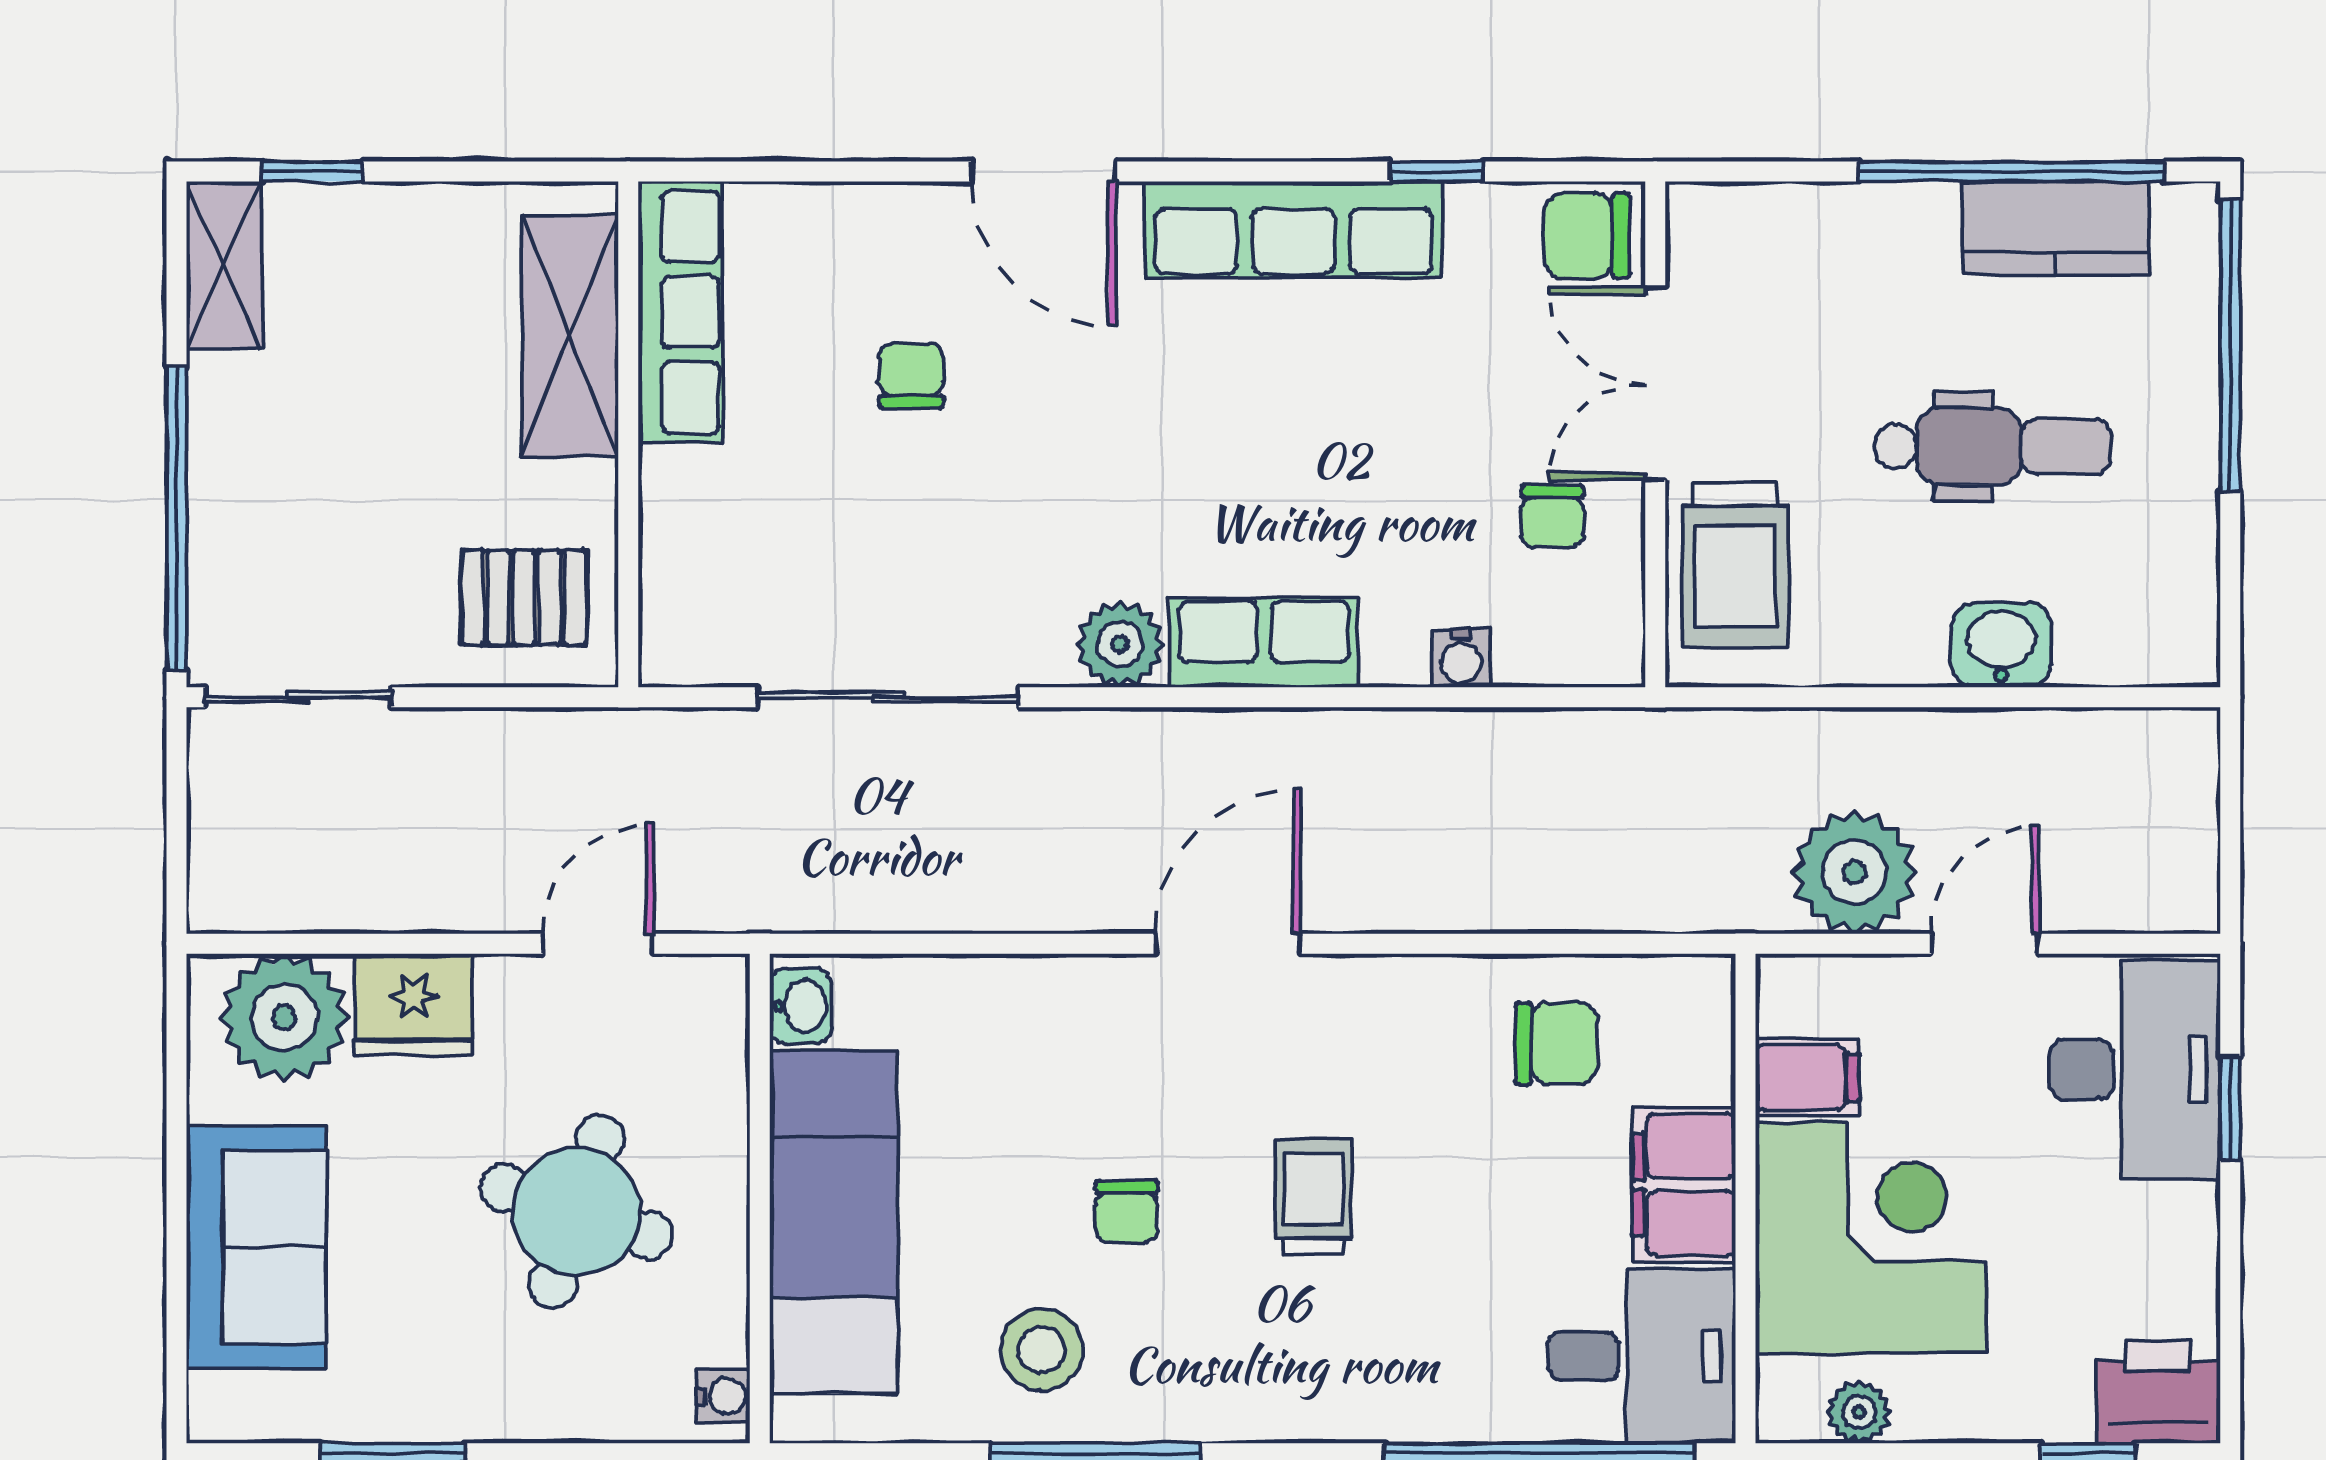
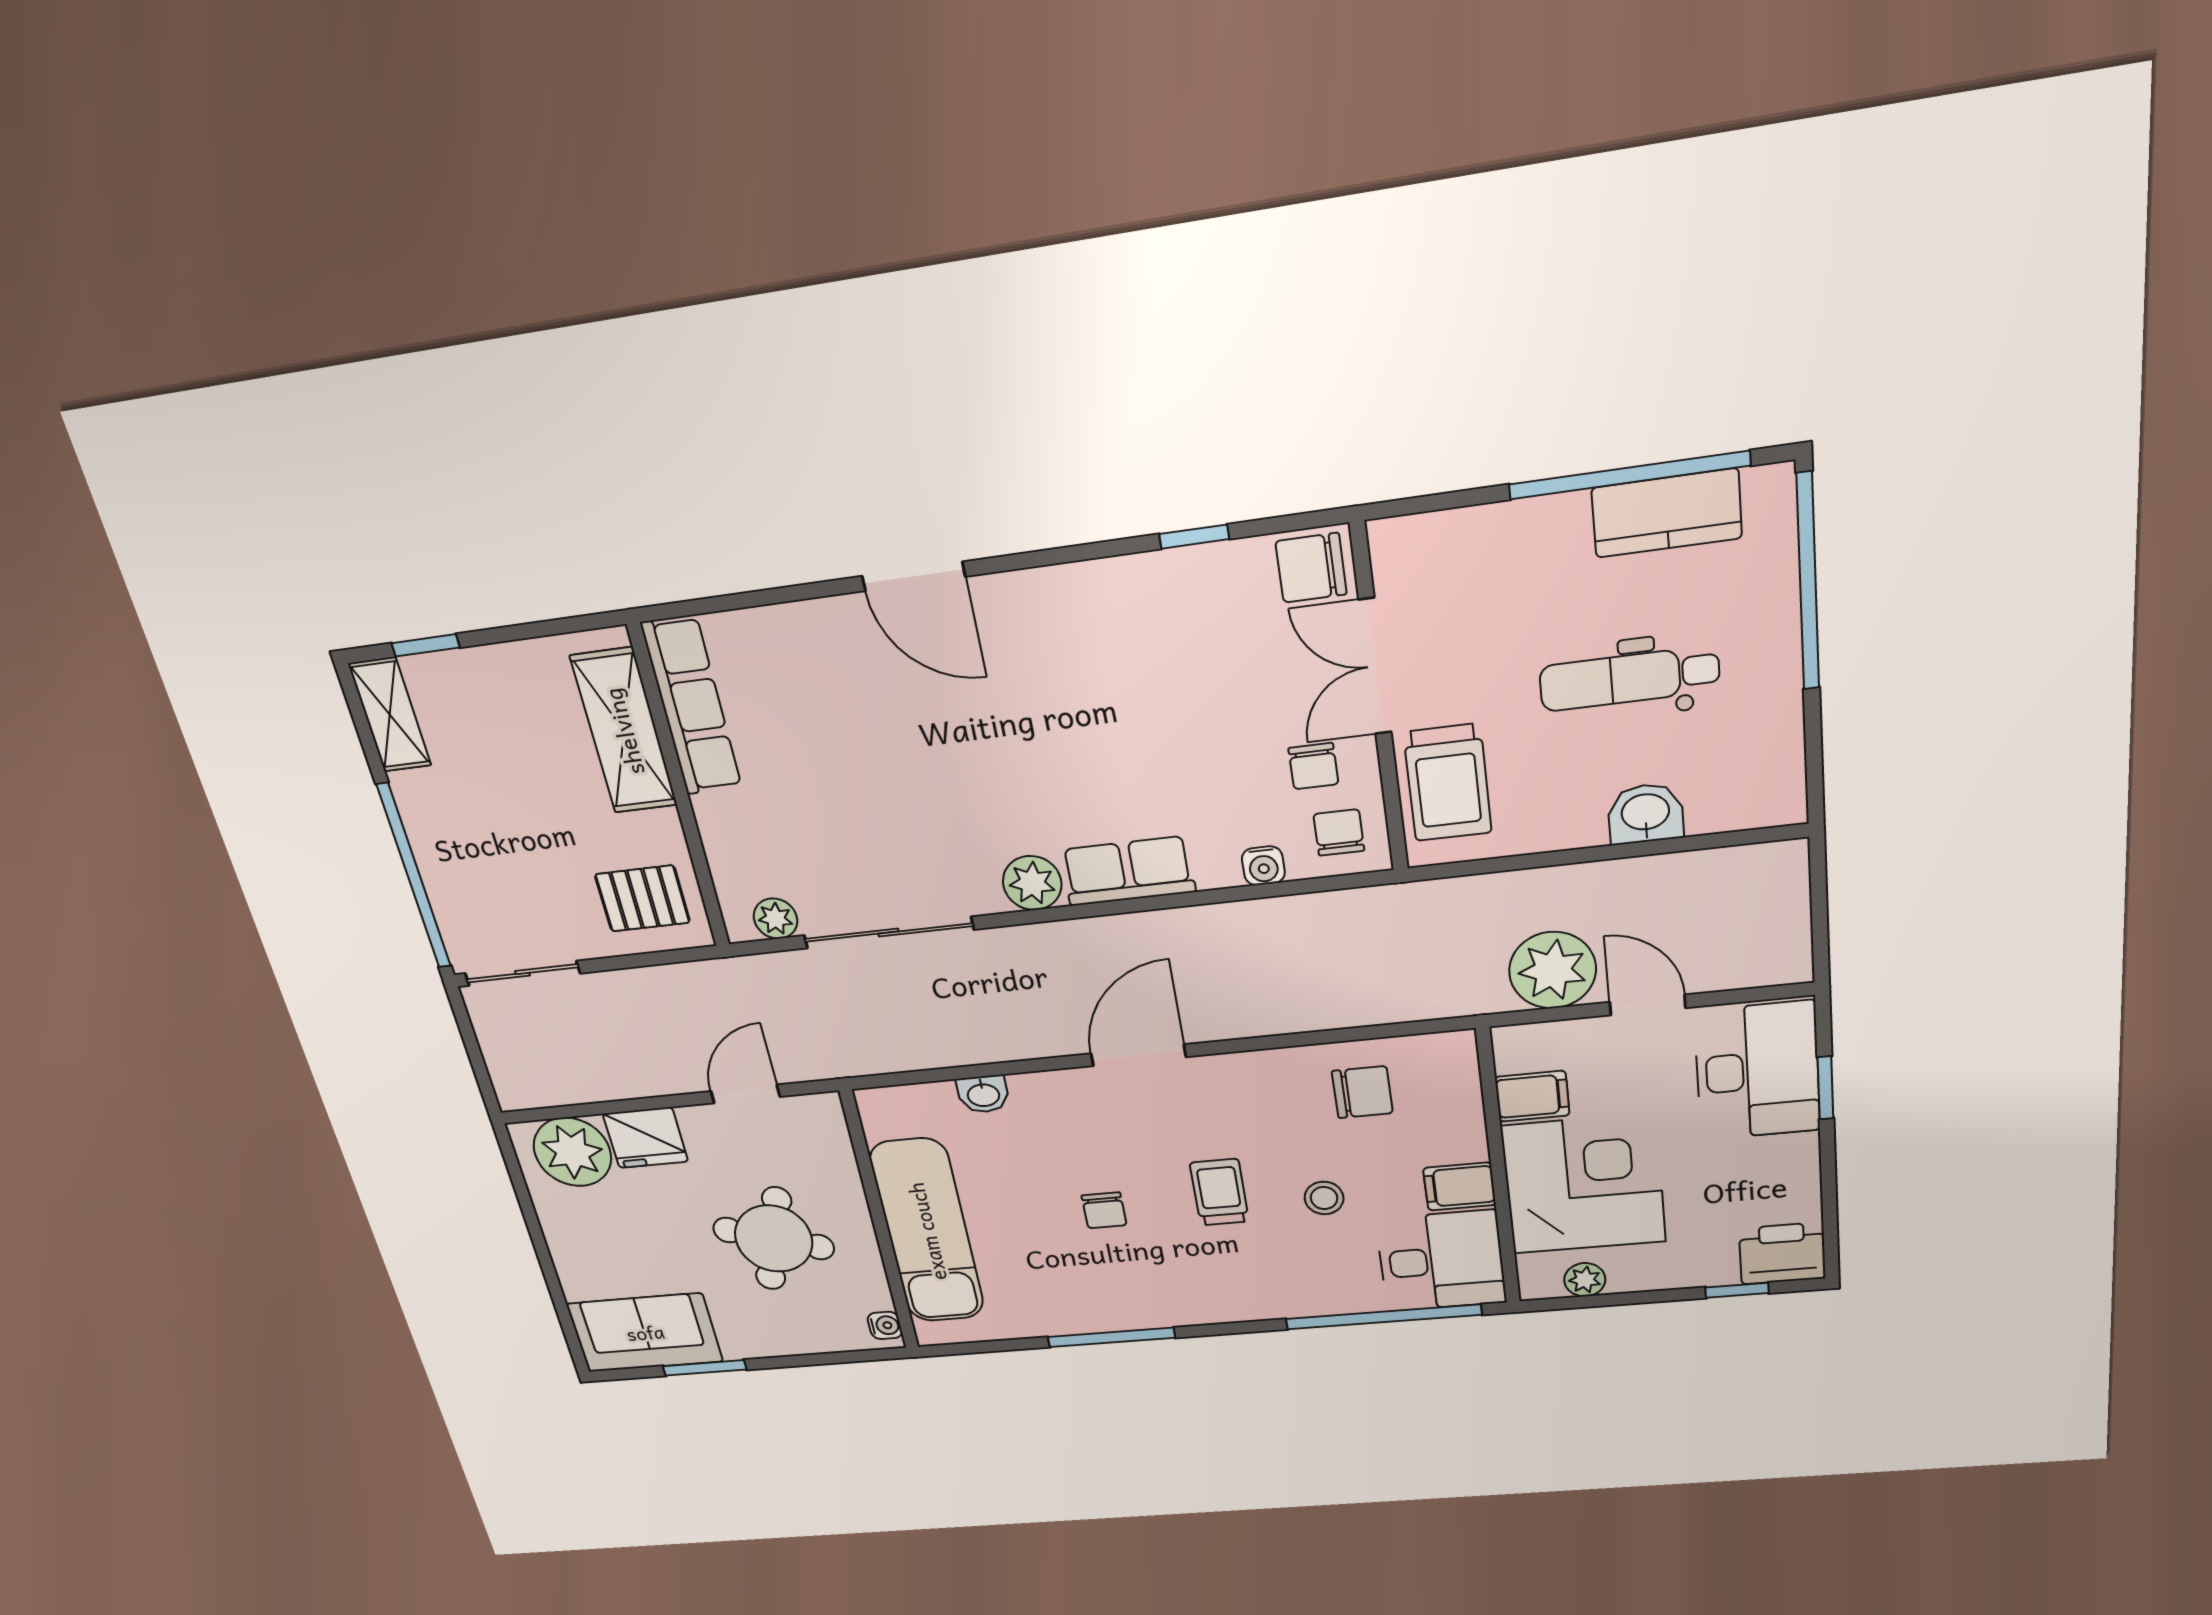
row of seats: (1294, 230) -> (1098, 593), removed
chair: (911, 376) -> (1339, 832), moved
dental chair: (1993, 446) -> (1629, 679), turned 180
plant: (721, 654) -> (775, 919), added
door: (1985, 944) -> (1648, 1005), hinge flipped
washbasin: (801, 1006) -> (983, 1094), moved, turned 90
filing cabinet: (1684, 1185) -> (1460, 1186), width x0.50
sofa: (256, 1247) -> (645, 1333), moved, turned -90
stool: (1041, 1350) -> (1324, 1198), moved, width x0.73, depth x0.73

